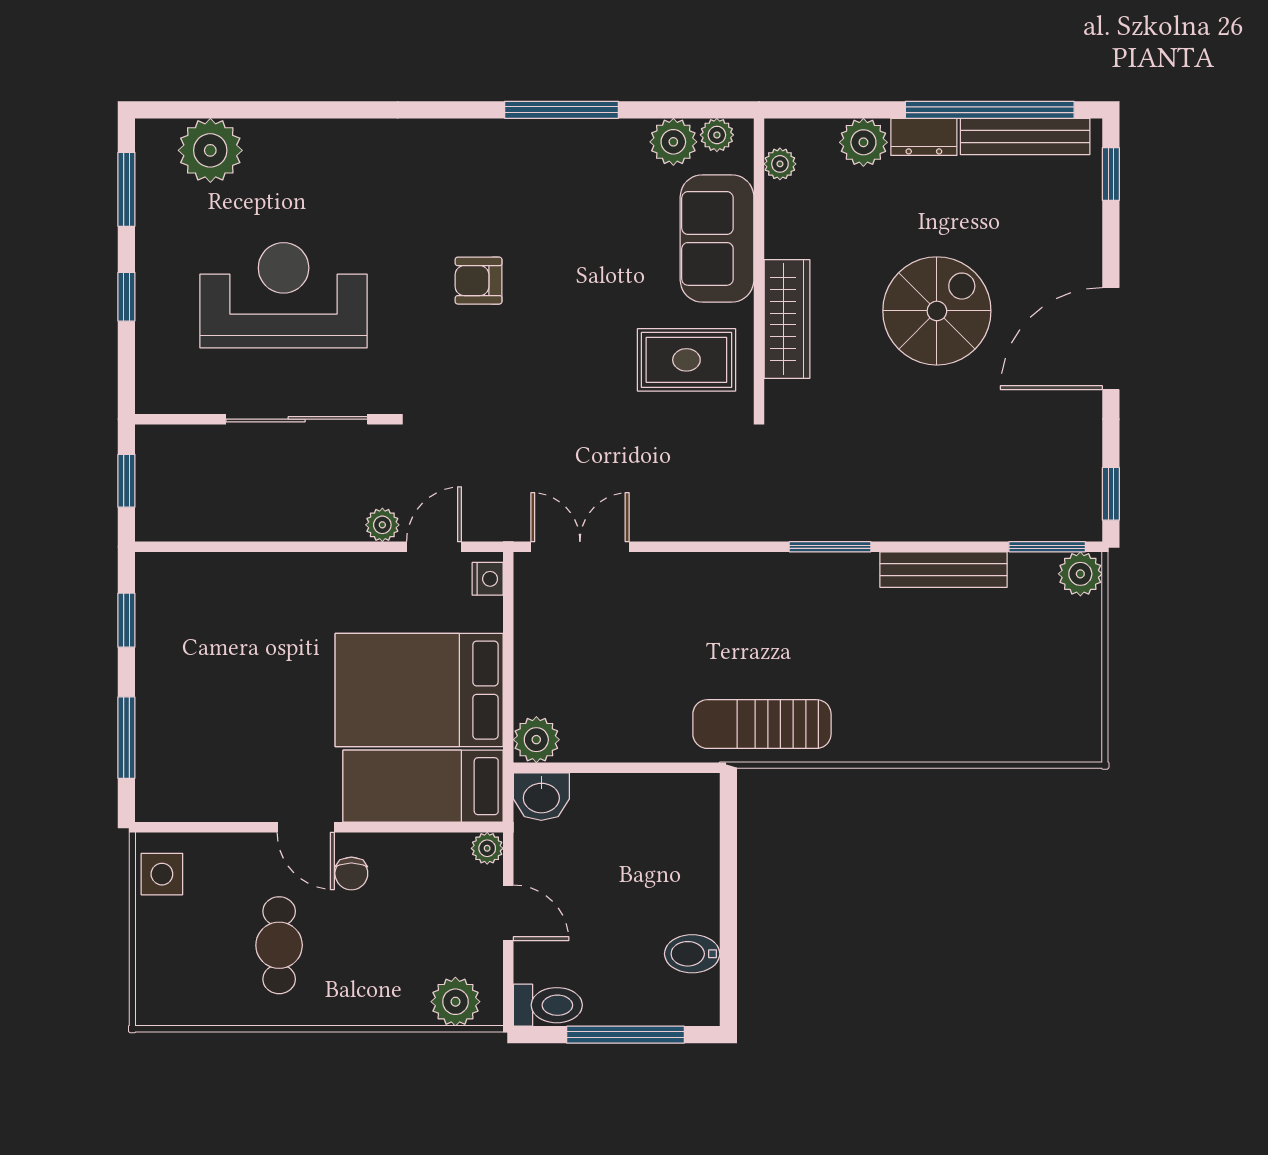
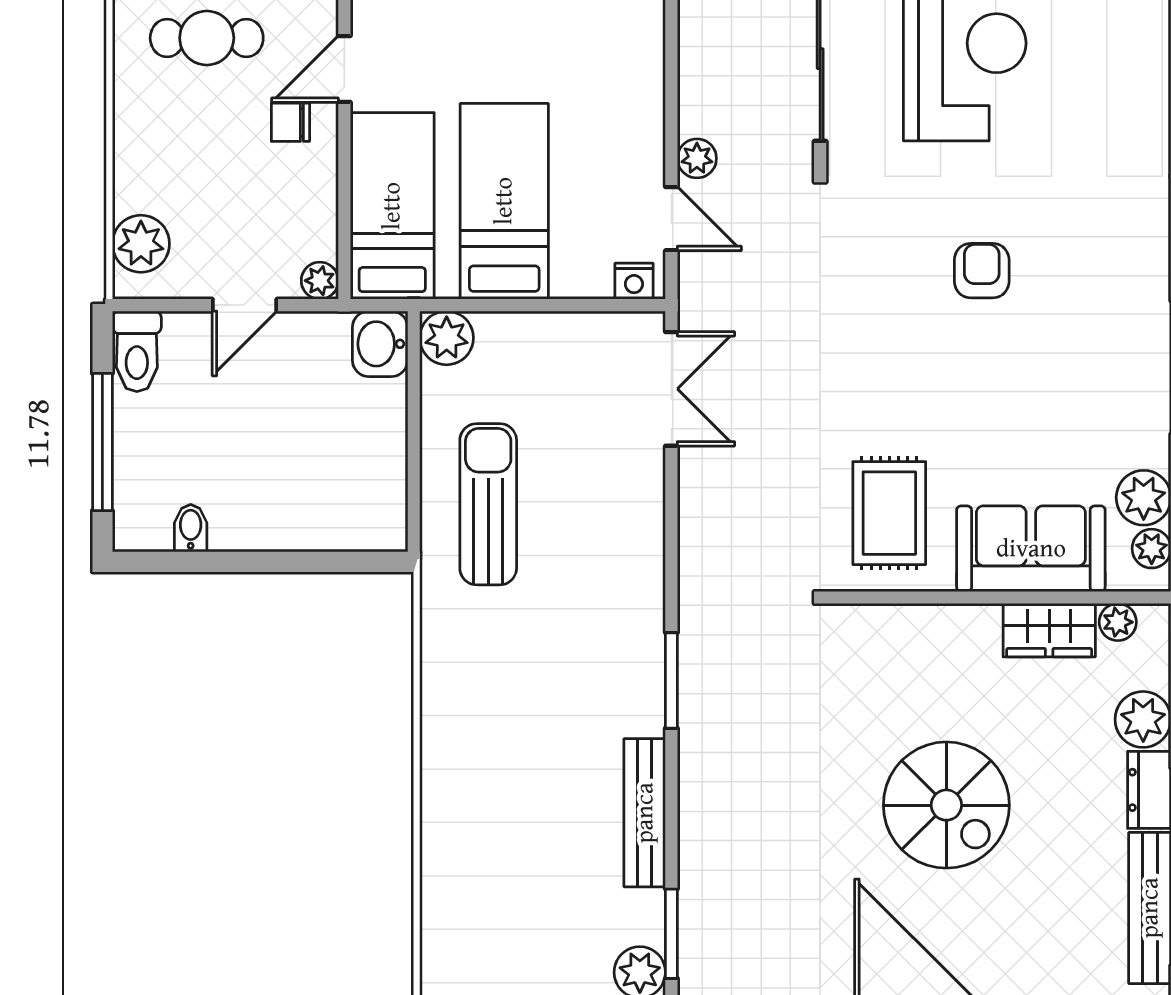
wardrobe: (787, 319) -> (1049, 630), moved, width x0.67
bed: (419, 690) -> (504, 201), width x0.67
sun lounger: (762, 724) -> (488, 504), moved
bidet: (692, 954) -> (191, 528), width x0.72, depth x0.74

